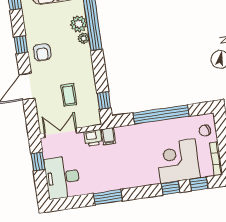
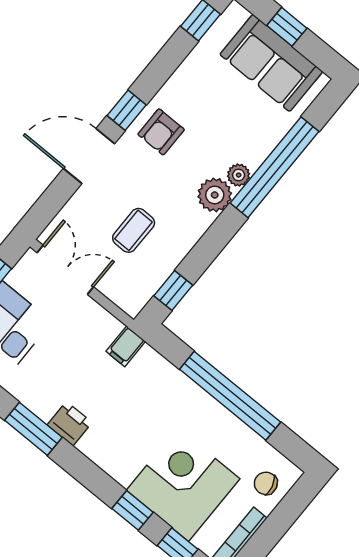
plant: (79, 24) -> (215, 195), moved
window: (21, 45) -> (127, 110), moved
printer: (93, 138) -> (70, 424), moved, turned 180

